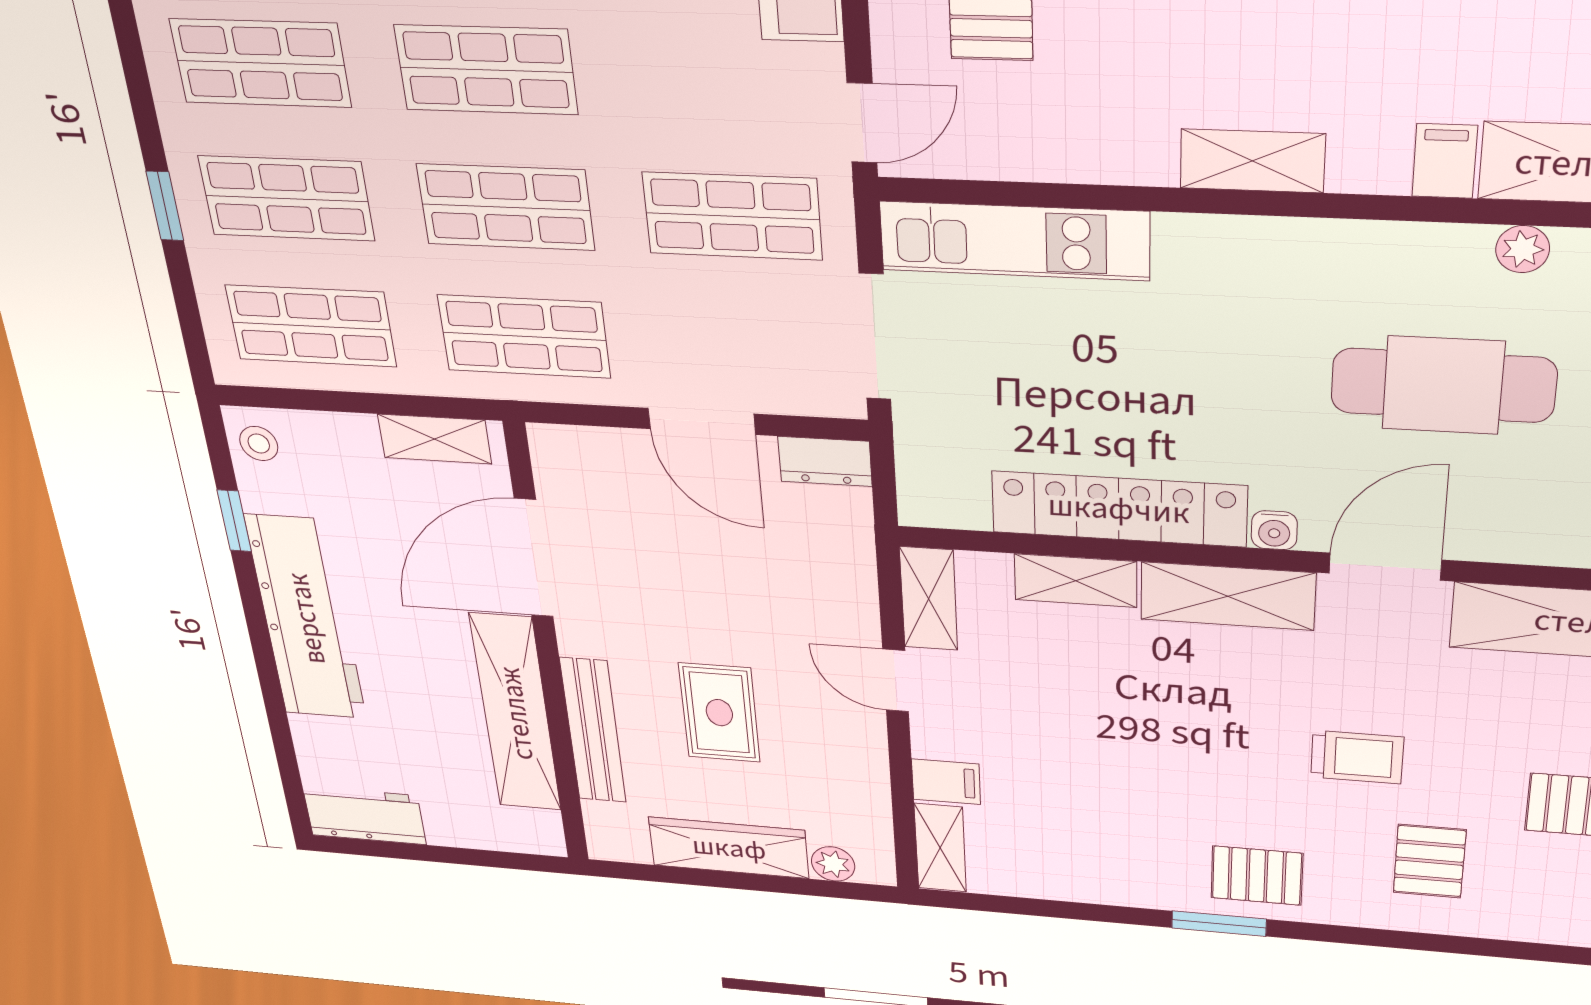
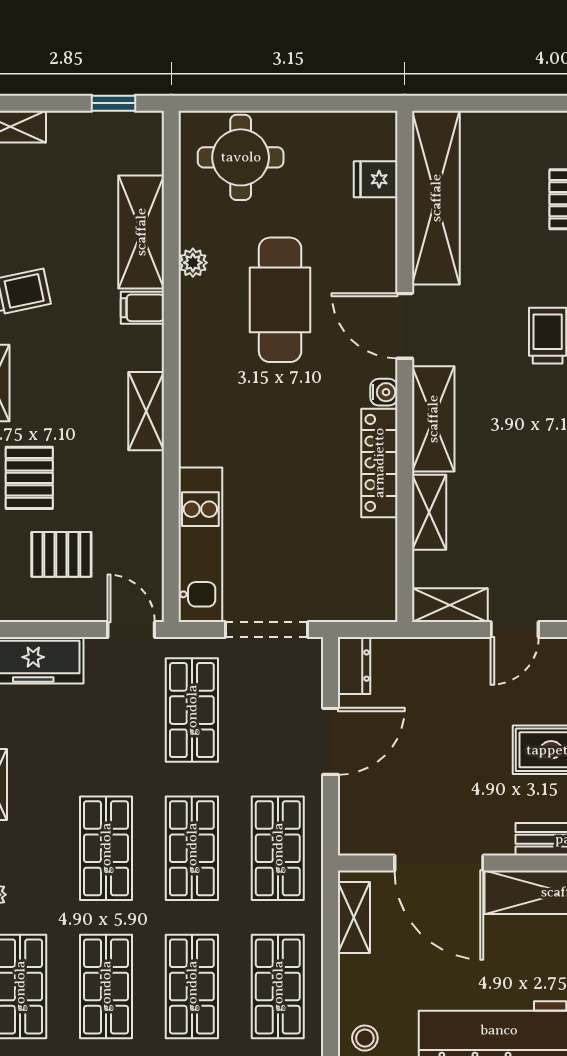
locker: (1119, 509) -> (379, 463), width x0.71, depth x0.83

